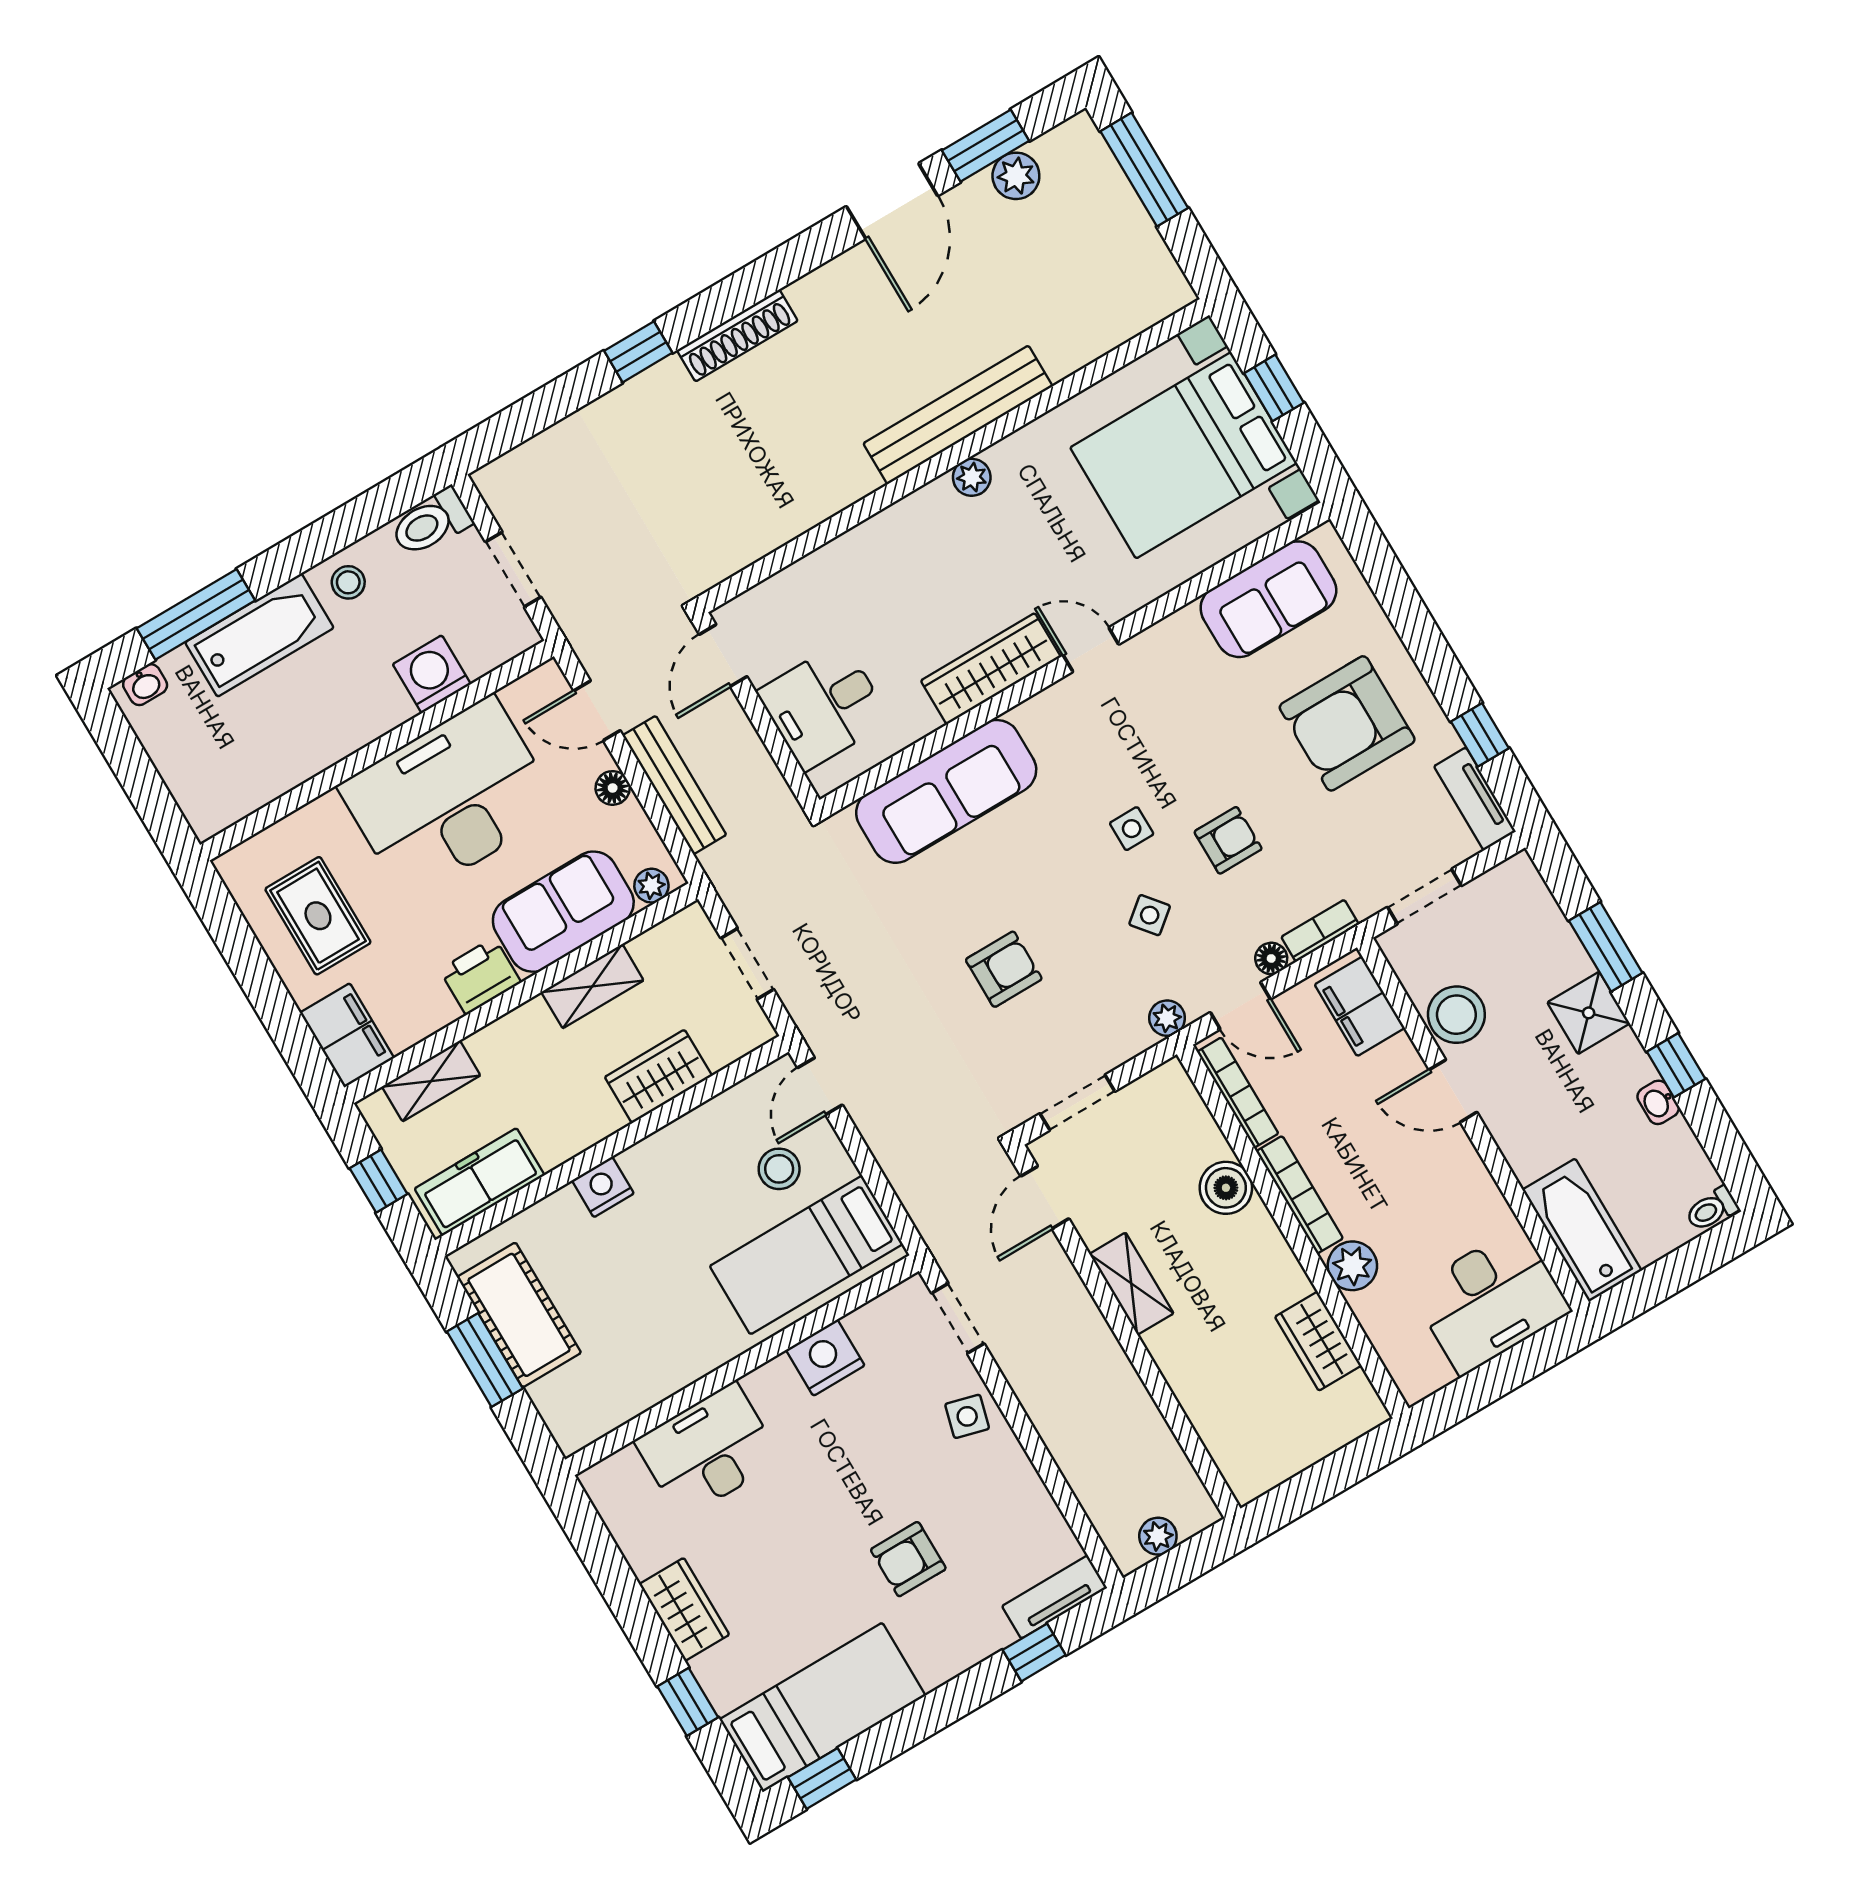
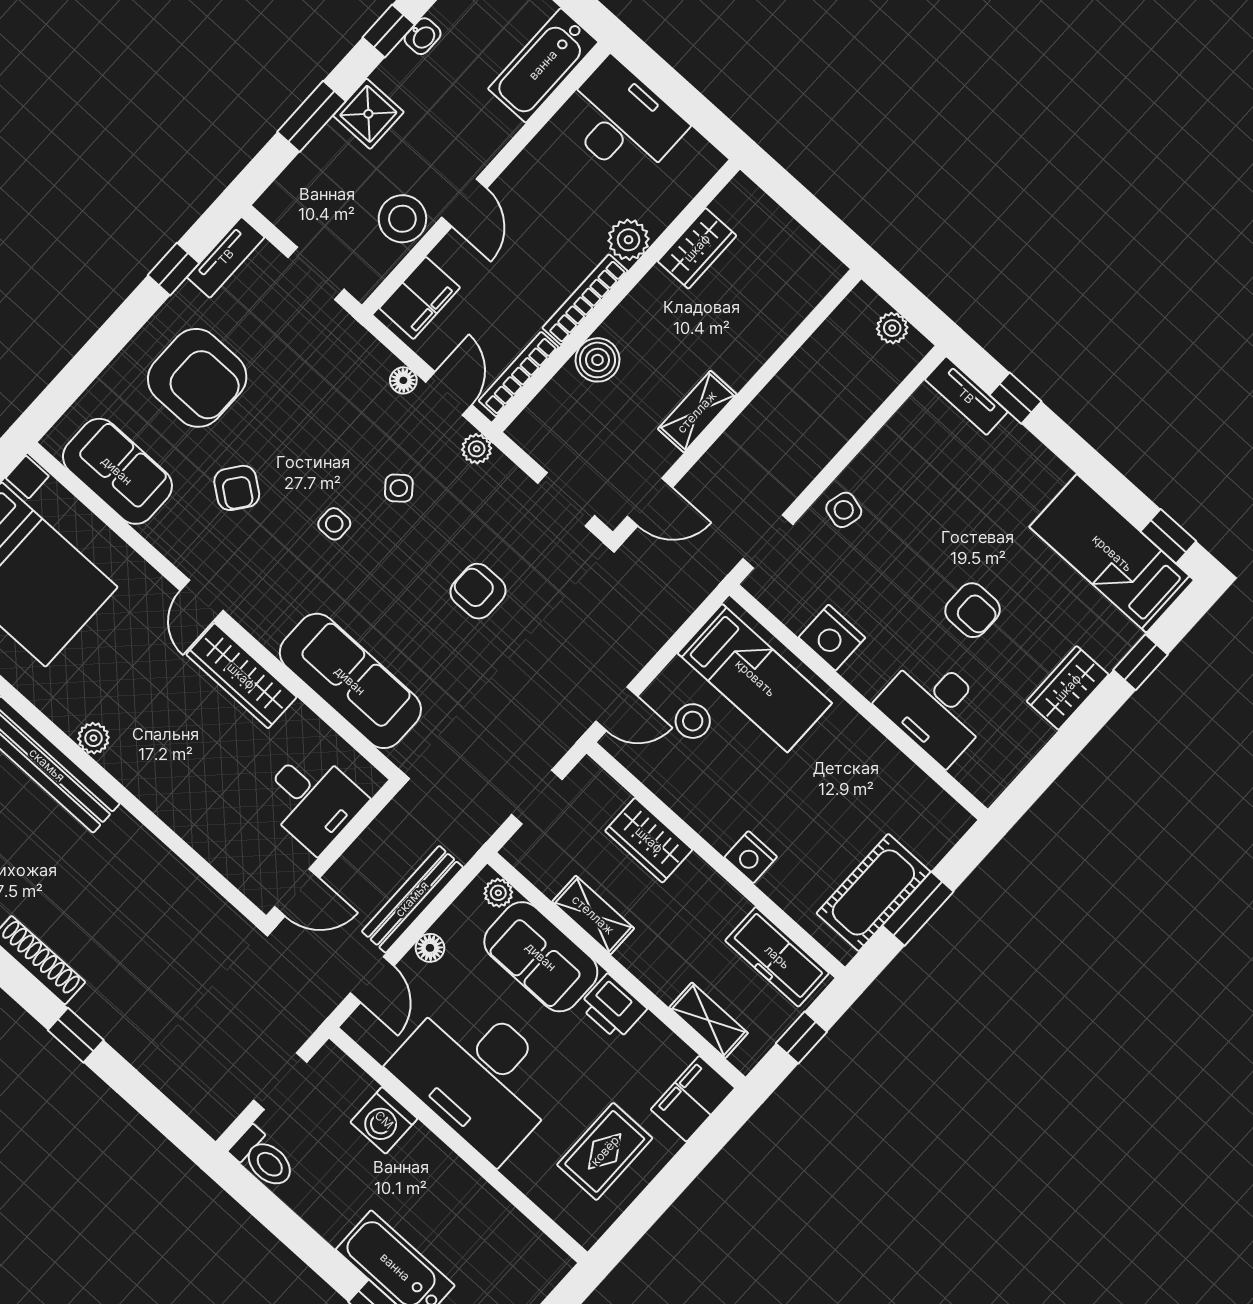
stool: (348, 582) -> (331, 1210), removed
armchair: (1228, 840) -> (237, 488), moved, turned -143
bookcase: (1320, 931) -> (369, 348), removed
armchair: (908, 1559) -> (973, 610), moved

